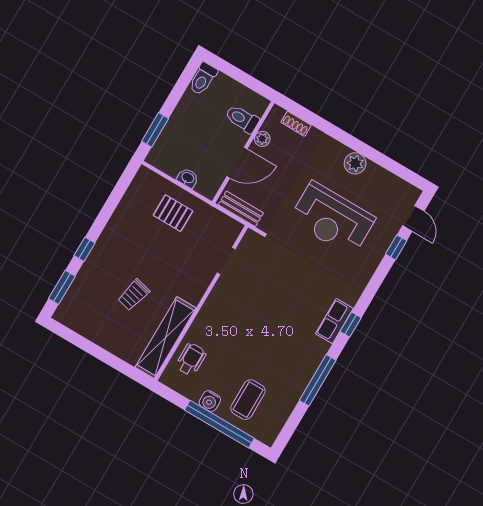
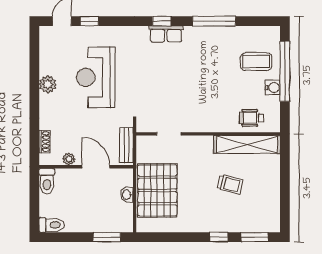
toilet: (242, 119) -> (47, 181), moved
pallet: (173, 213) -> (157, 190), width x2.05, depth x2.00
reception desk: (332, 219) -> (96, 77), turned 180

